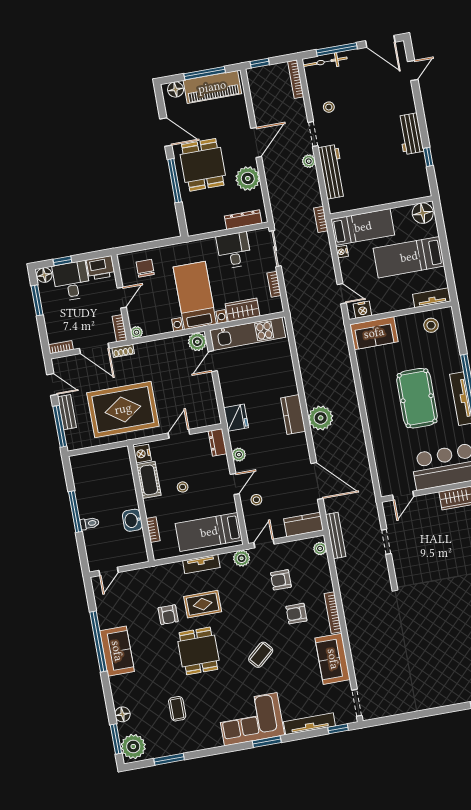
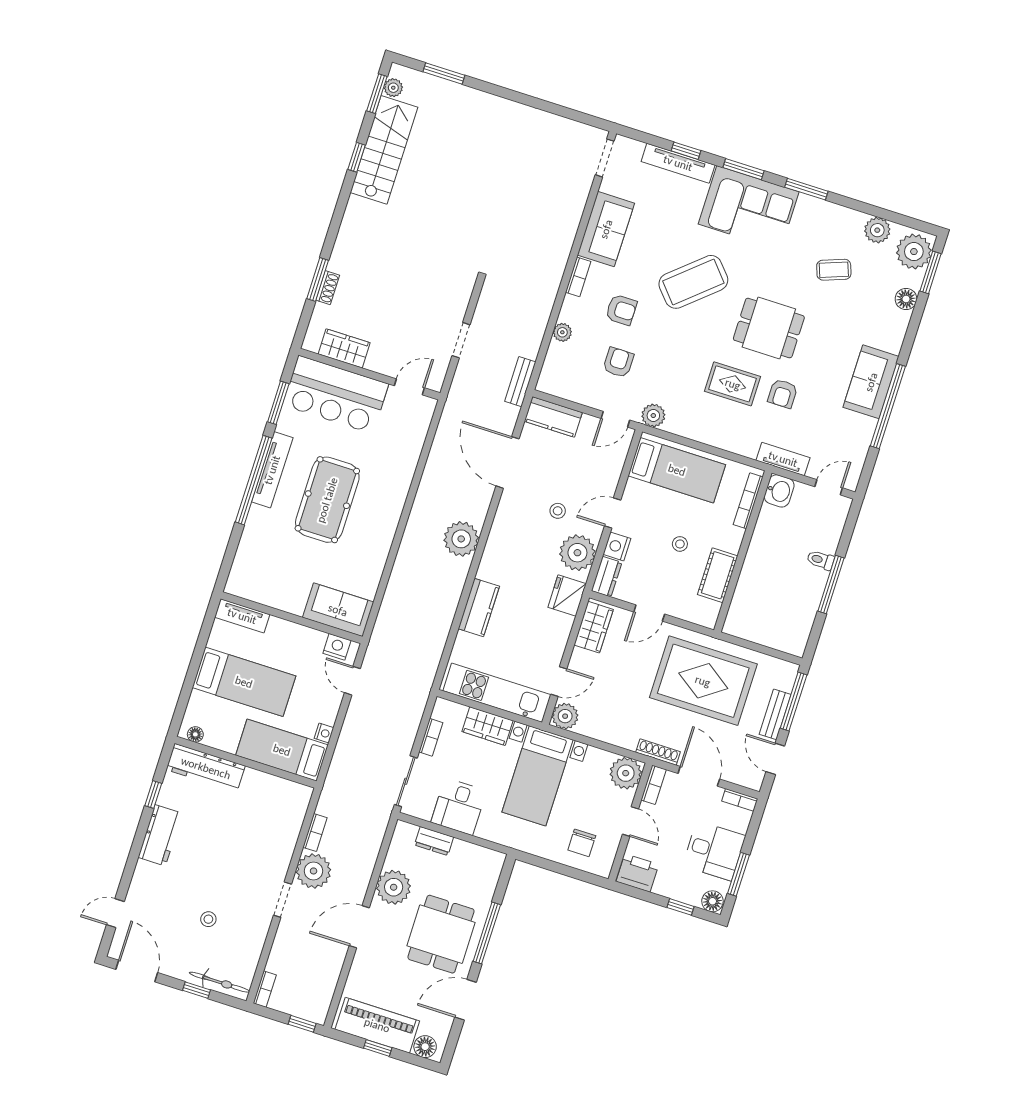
window: (337, 49) -> (196, 990), width x0.46
window: (205, 73) -> (378, 1048), width x0.46
bookcase: (296, 79) -> (265, 989), width x0.64
stool: (329, 107) -> (208, 919), moved
door: (166, 132) -> (466, 1000), hinge flipped
plant: (309, 161) -> (314, 871), width x1.88, depth x1.88
workbench: (332, 172) -> (206, 768), moved, turned -90
floor lamp: (423, 213) -> (195, 734), width x0.53, depth x0.53
bookcase: (321, 219) -> (315, 832), moved
dresser: (243, 220) -> (434, 841), width x0.70
desk: (72, 281) -> (714, 851), moved, turned -90
door: (122, 298) -> (631, 822), swing flipped
stool: (431, 325) -> (261, 582), removed
plant: (137, 332) -> (626, 773), width x1.87, depth x1.87
shoe rack: (123, 351) -> (658, 752), width x1.43
wardrobe: (209, 407) -> (594, 627), added
kitchen counter: (293, 415) -> (479, 607), moved
nightstand: (142, 454) -> (617, 546), moved, turned 180
plant: (239, 455) -> (577, 553), width x1.87, depth x1.87
stool: (256, 500) -> (558, 511), moved
washbasin: (132, 520) -> (779, 491), moved
bookcase: (153, 530) -> (748, 501), width x1.56
bench: (336, 535) -> (520, 382), width x0.73
plant: (320, 549) -> (562, 332), moved
tv unit: (201, 564) -> (783, 459), moved
armchair: (281, 580) -> (618, 362), turned -90
bookcase: (333, 613) -> (578, 277), width x0.64
armchair: (168, 615) -> (783, 394), turned 180
dining table: (198, 651) -> (769, 328), turned 90
coffee table: (261, 655) -> (693, 282), width x1.86, depth x1.72
coffee table: (177, 709) -> (834, 270), turned 70
window: (338, 729) -> (686, 151), moved
plant: (163, 748) -> (877, 230), added
window: (169, 759) -> (806, 189), moved

